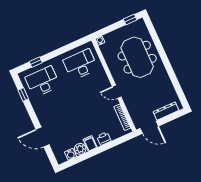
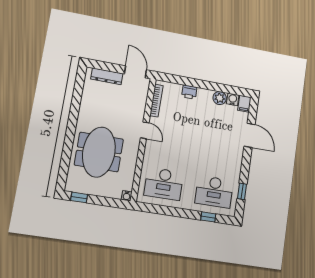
filing cabinet: (90, 143) -> (244, 104), moved

